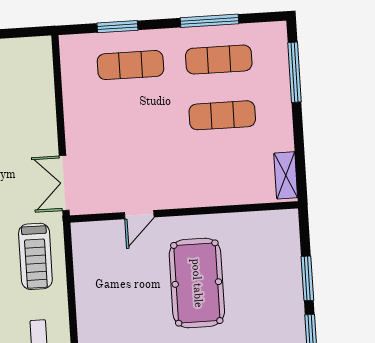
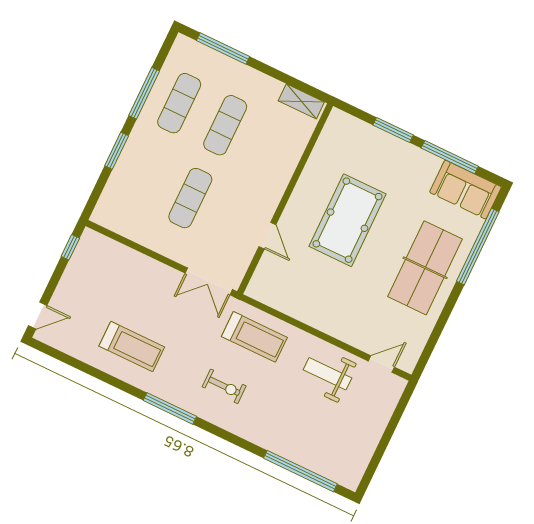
window: (117, 27) -> (117, 151), moved
window: (23, 33) -> (70, 247), added
exercise mat: (130, 65) -> (190, 198), moved
pool table: (197, 283) -> (348, 220), turned 90

